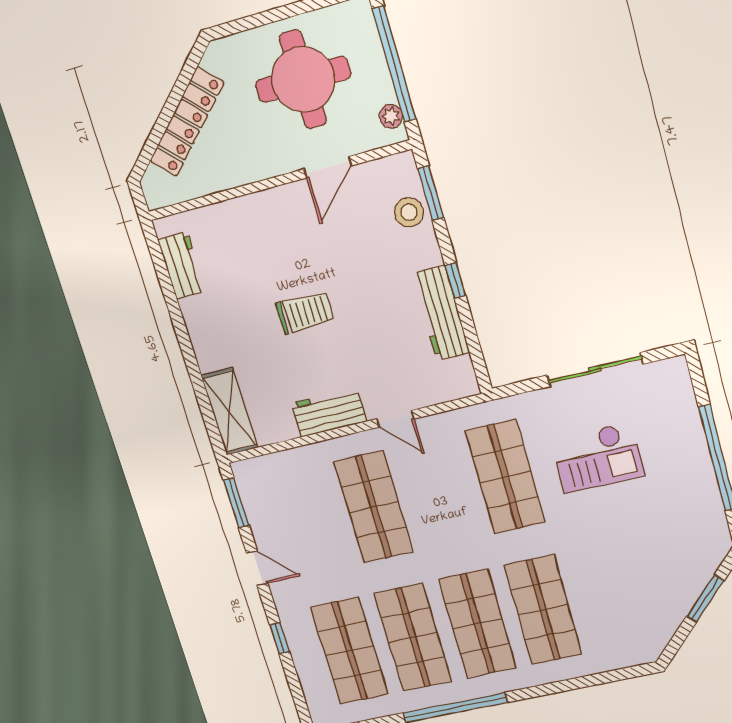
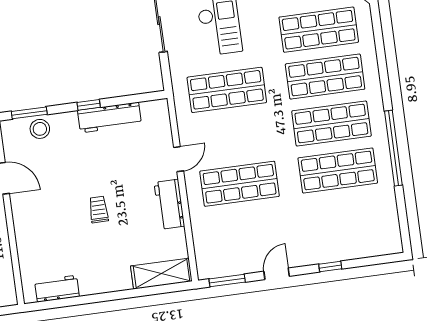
trolley: (305, 313) -> (99, 209), width x0.73, depth x0.72
shop shelf: (349, 651) -> (319, 30), moved

